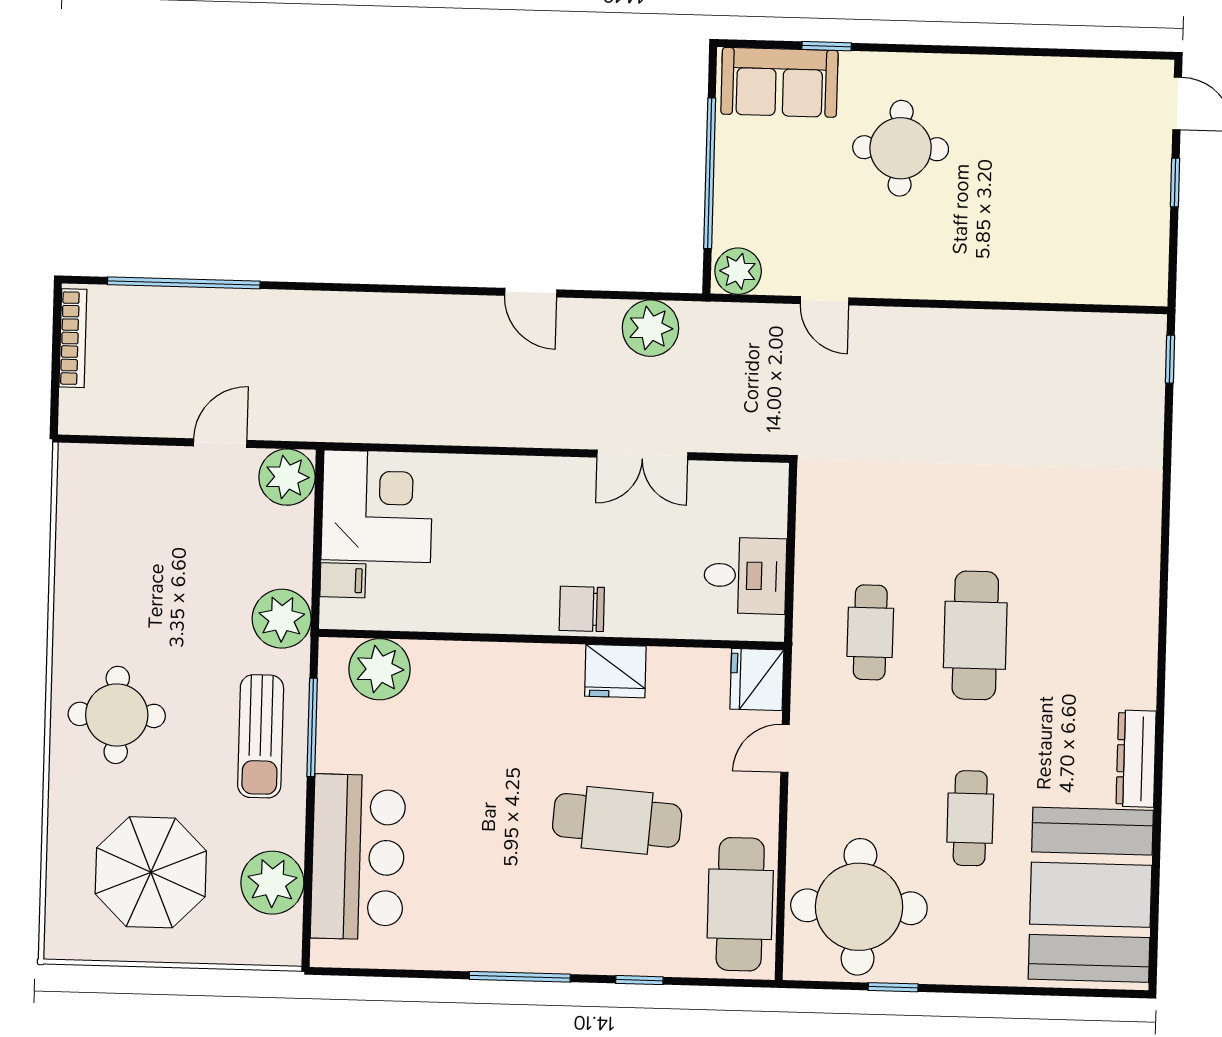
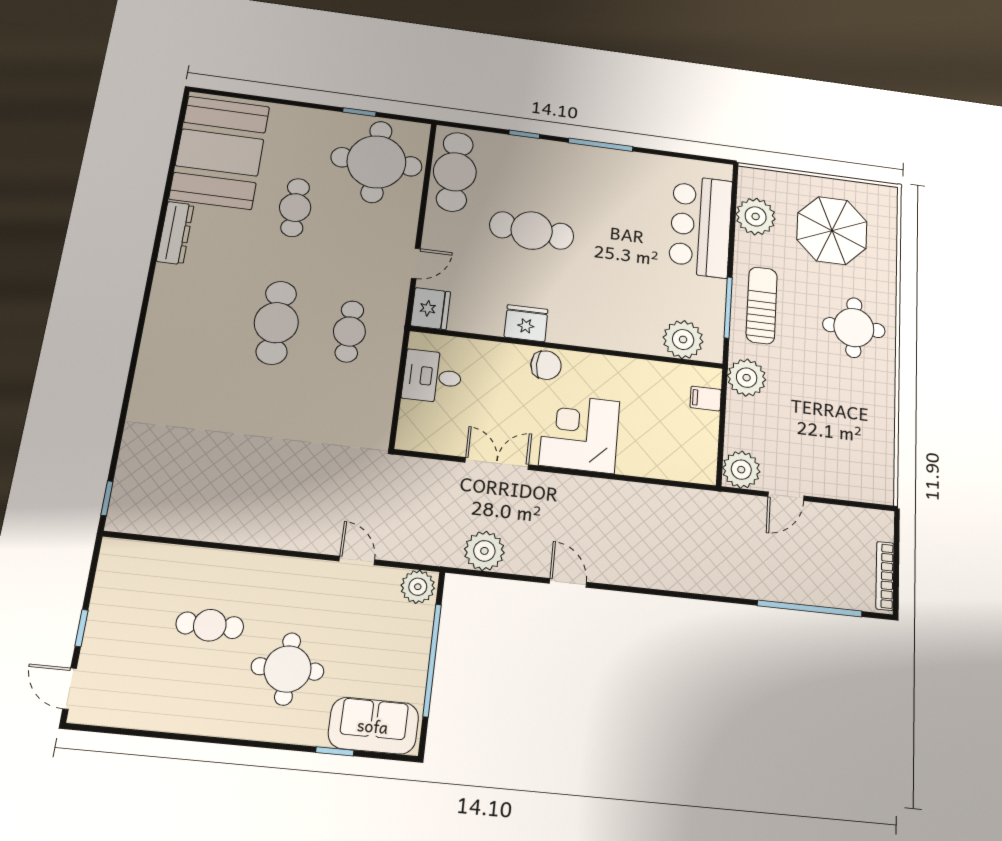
cafe table: (1010, 198) -> (210, 625), added
corner desk: (377, 506) -> (580, 433), moved, turned 90

